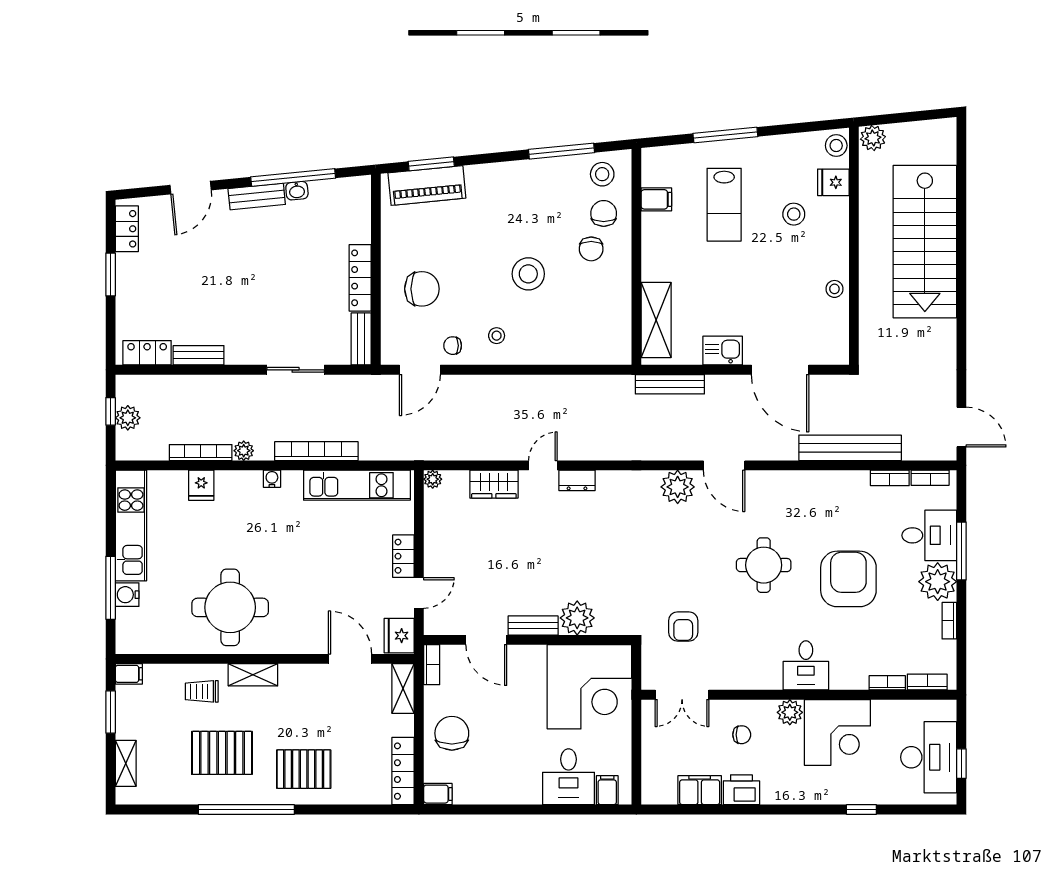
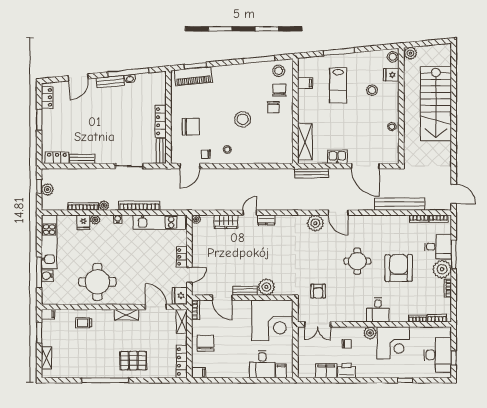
plant: (225, 480) -> (95, 220), added
shelving: (253, 675) -> (126, 315), moved
pallet: (222, 753) -> (93, 353), removed

